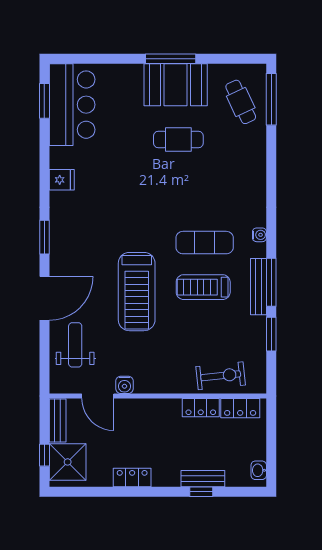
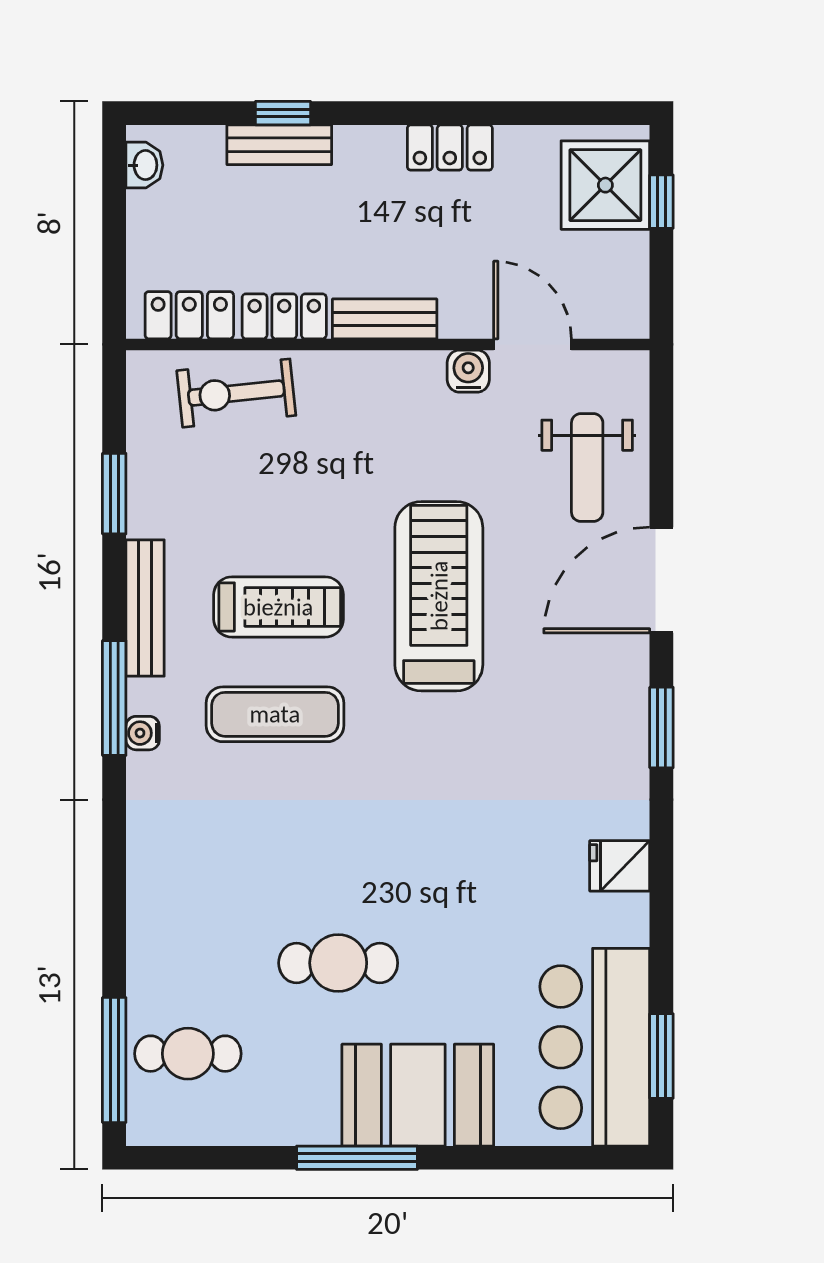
booth: (176, 85) -> (418, 1095), moved
cafe table: (241, 102) -> (188, 1054), turned -65
window: (271, 282) -> (114, 698), moved
bench: (58, 420) -> (385, 319), moved, turned 90

